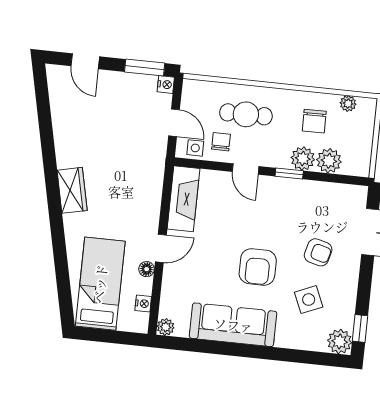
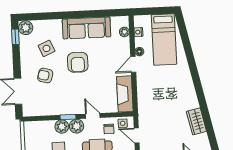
plant: (329, 161) -> (77, 126), moved
wardrobe: (72, 190) -> (196, 121), moved
armchair: (258, 267) -> (78, 62), turned 180
plant: (166, 327) -> (124, 32), moved

